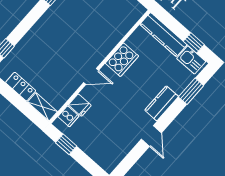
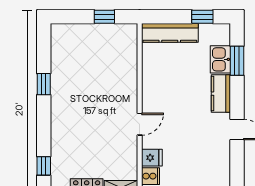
cooker: (122, 60) -> (153, 86), removed
kitchen sink: (191, 60) -> (220, 59), moved, turned 90

